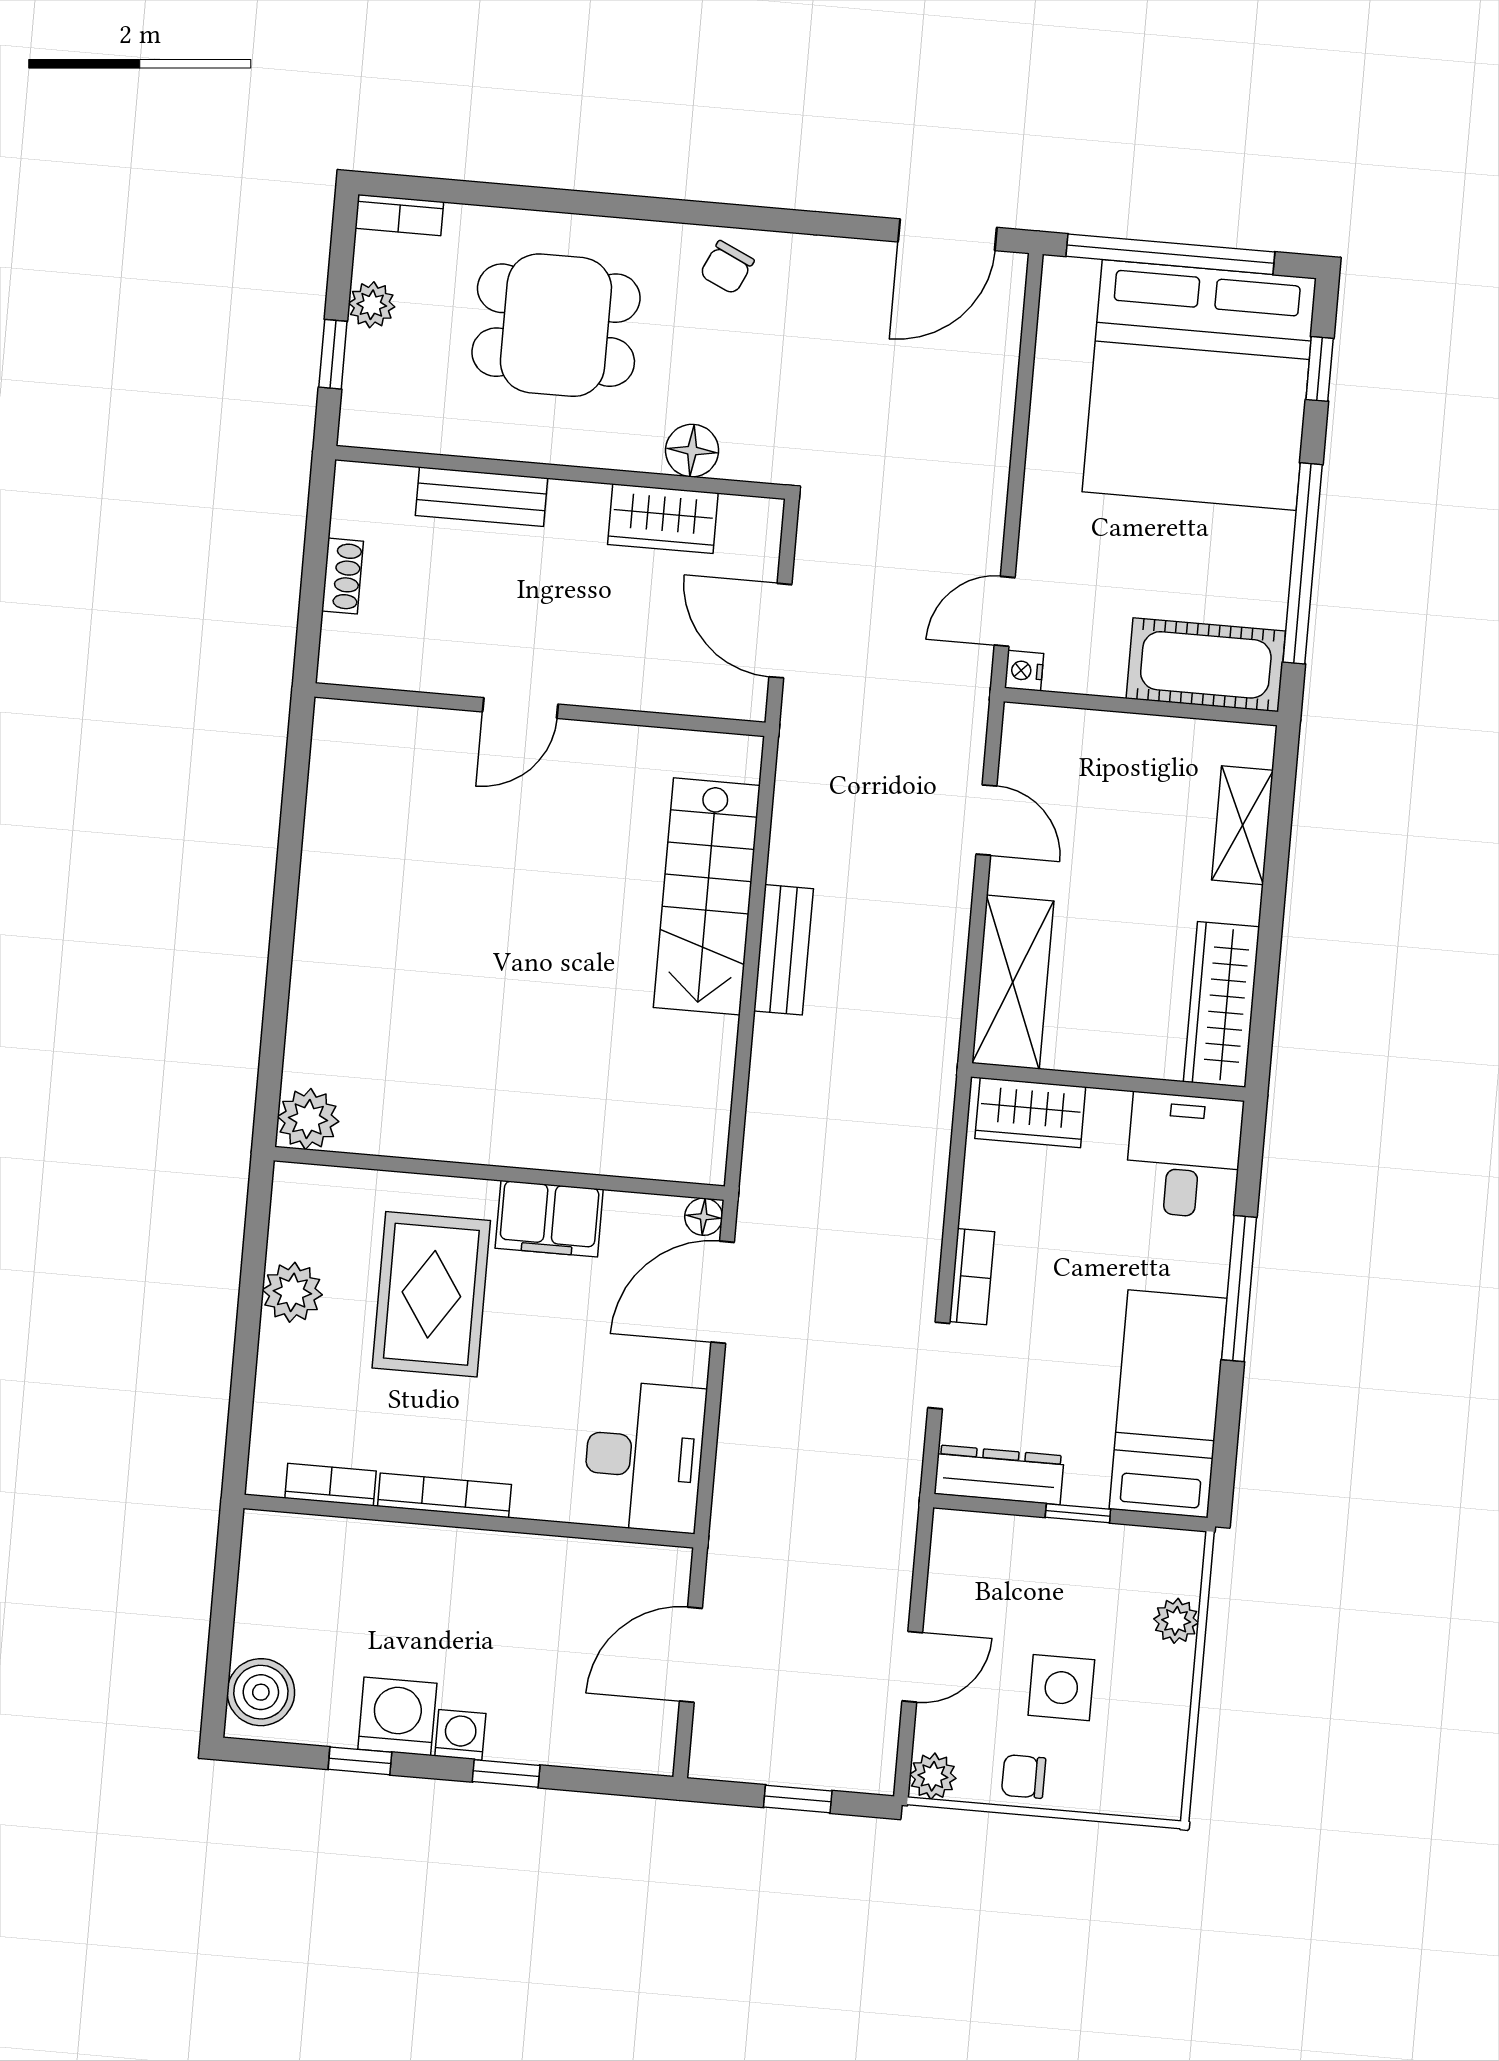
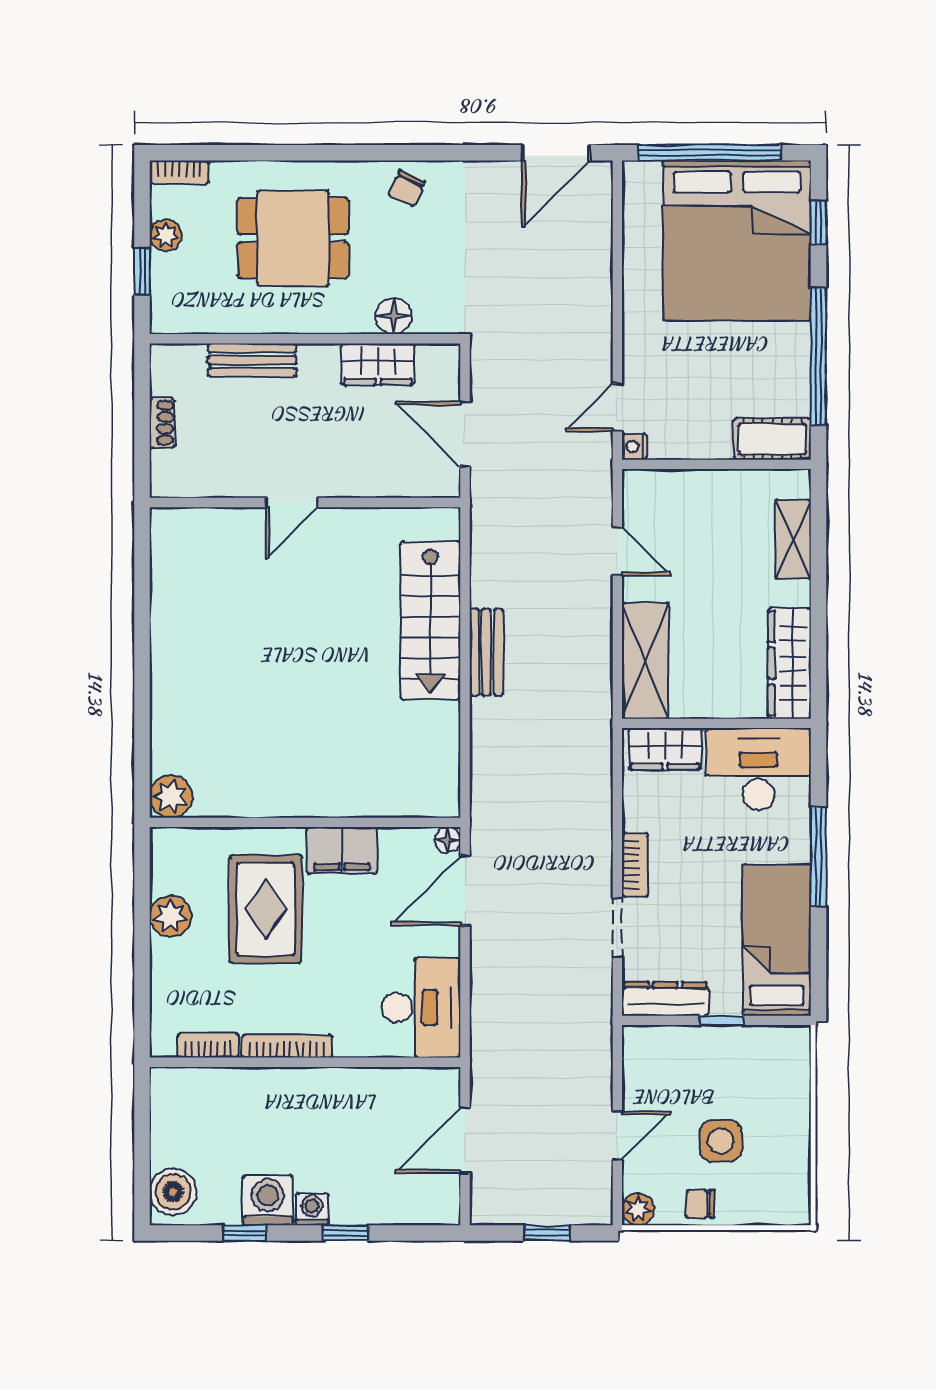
cot: (1206, 665) -> (773, 439), width x0.73, depth x0.75
desk: (1184, 1155) -> (758, 769), width x1.37
plant: (1176, 1621) -> (795, 1088), removed

